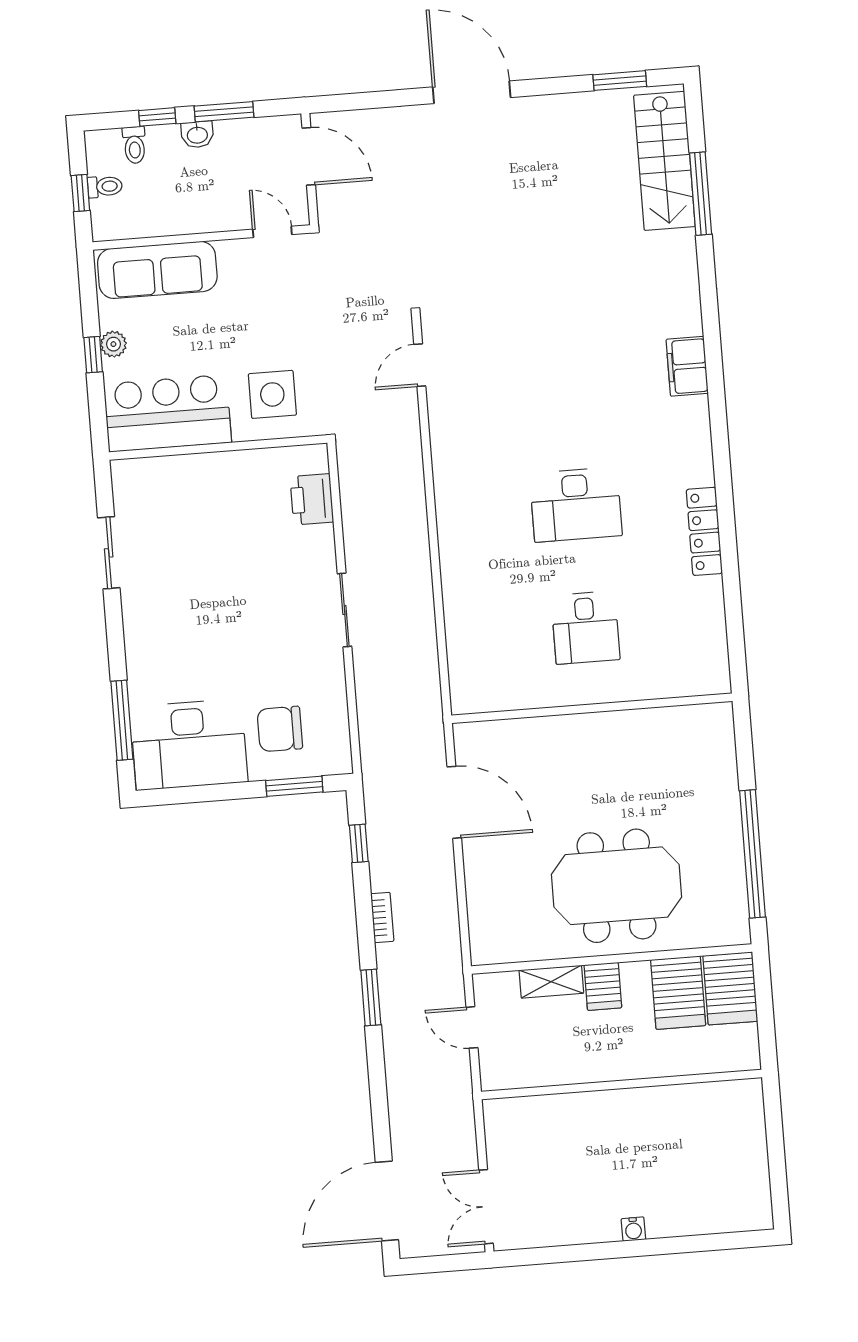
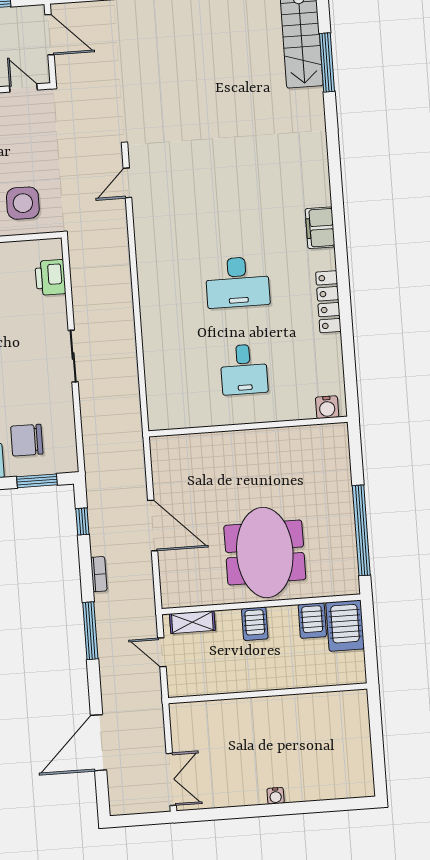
filing cabinet: (687, 366) -> (320, 228), moved
water cooler: (703, 680) -> (327, 407), added
door: (454, 802) -> (153, 525), moved
meeting table: (616, 886) -> (265, 552), turned 90
shelving: (551, 982) -> (192, 622), moved
server rack: (678, 993) -> (312, 621), width x0.73, depth x0.70
window: (371, 997) -> (90, 631), width x1.44
door: (387, 1201) -> (99, 743), moved
double door: (486, 1207) -> (171, 779), swing flipped

